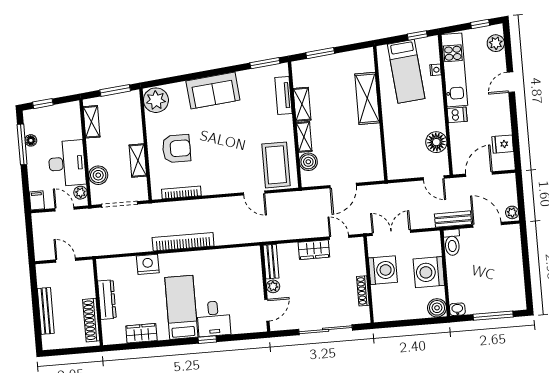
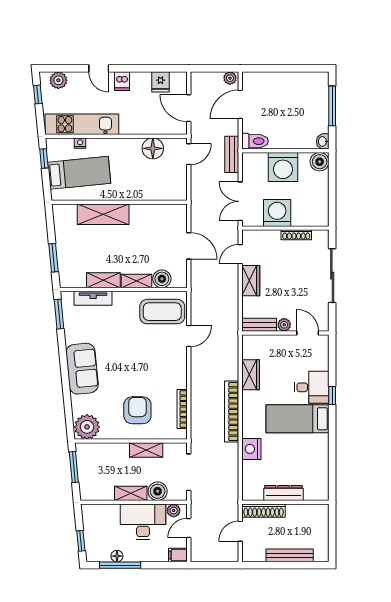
dishwasher: (457, 115) -> (122, 81), moved, turned 180
shelving: (92, 122) -> (131, 493), moved
bench: (453, 219) -> (232, 154), moved
shoe rack: (91, 320) -> (264, 511), moved
wardrobe: (141, 333) -> (251, 375), moved, turned 180

